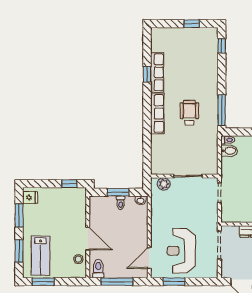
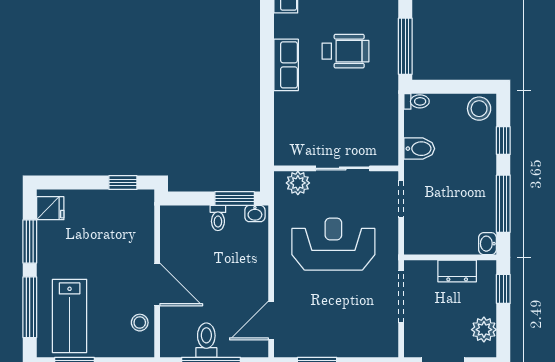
wheelchair: (189, 113) -> (345, 51), turned 90
row of seats: (157, 114) -> (286, 65), width x0.68
bidet: (229, 151) -> (419, 149), moved
window: (118, 192) -> (235, 199), moved
window: (19, 251) -> (30, 307), width x1.44
reception desk: (181, 251) -> (333, 244), moved, turned 90
toilet: (98, 269) -> (206, 340), moved

